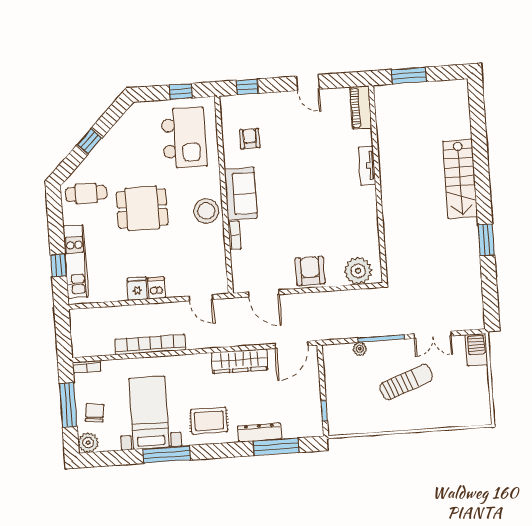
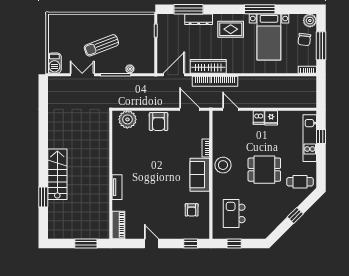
kitchen island: (184, 138) -> (234, 213), width x0.73, depth x0.78
window: (486, 240) -> (43, 197), moved
bookcase: (150, 345) -> (215, 81), moved

